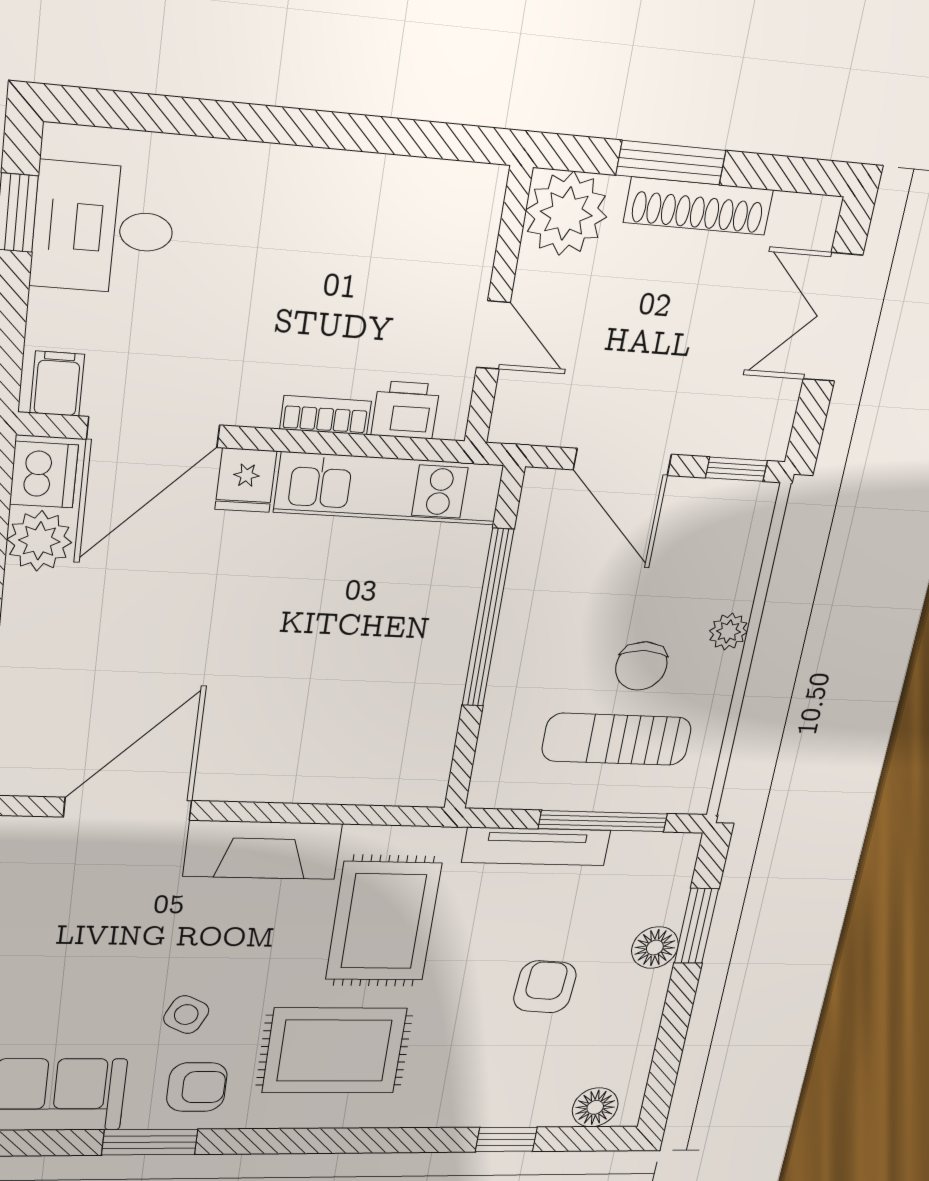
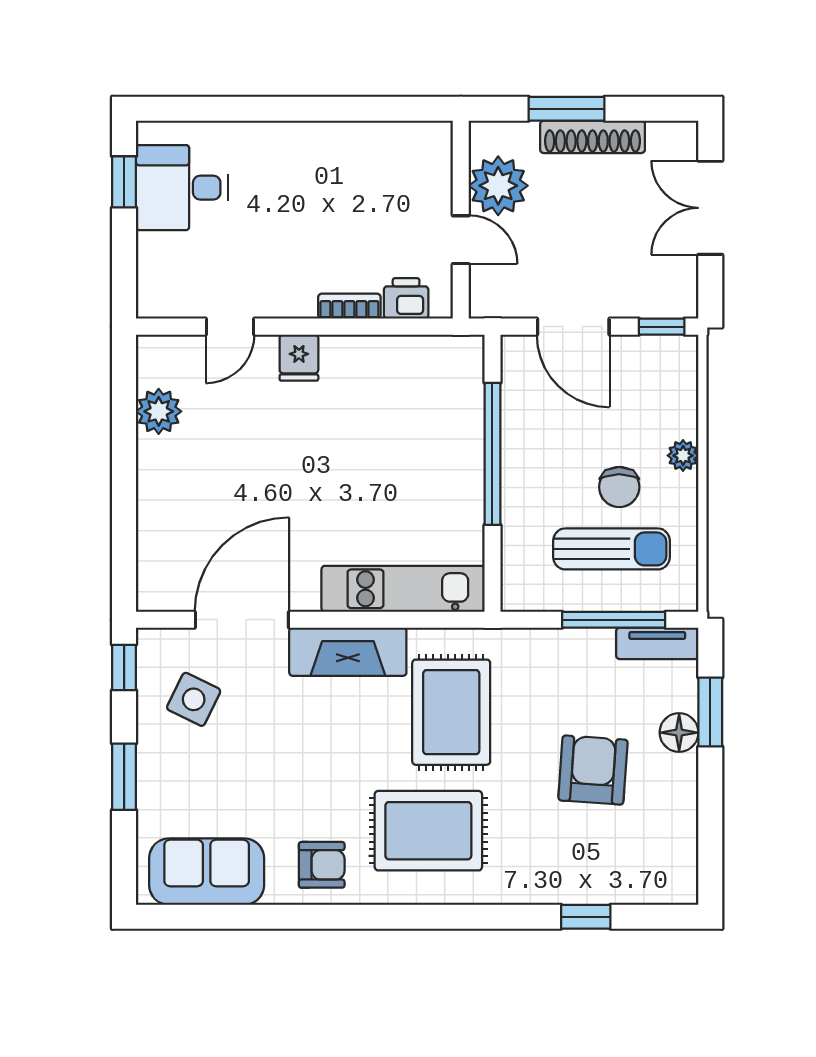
plant: (566, 214) -> (498, 186), moved
filing cabinet: (57, 384) -> (161, 297), removed
door: (153, 432) -> (230, 327), width x0.53
dishwasher: (44, 475) -> (158, 362), removed
kitchen unit: (389, 489) -> (403, 589), moved, turned 180
sun lounger: (617, 739) -> (612, 549), turned 180
tv unit: (536, 846) -> (657, 643), moved, width x0.71
armchair: (545, 987) -> (593, 770), width x1.38, depth x1.38
side table: (186, 1015) -> (194, 699), moved, width x1.37, depth x1.37
floor lamp: (595, 1107) -> (657, 885), removed
window: (150, 1142) -> (290, 917), removed

